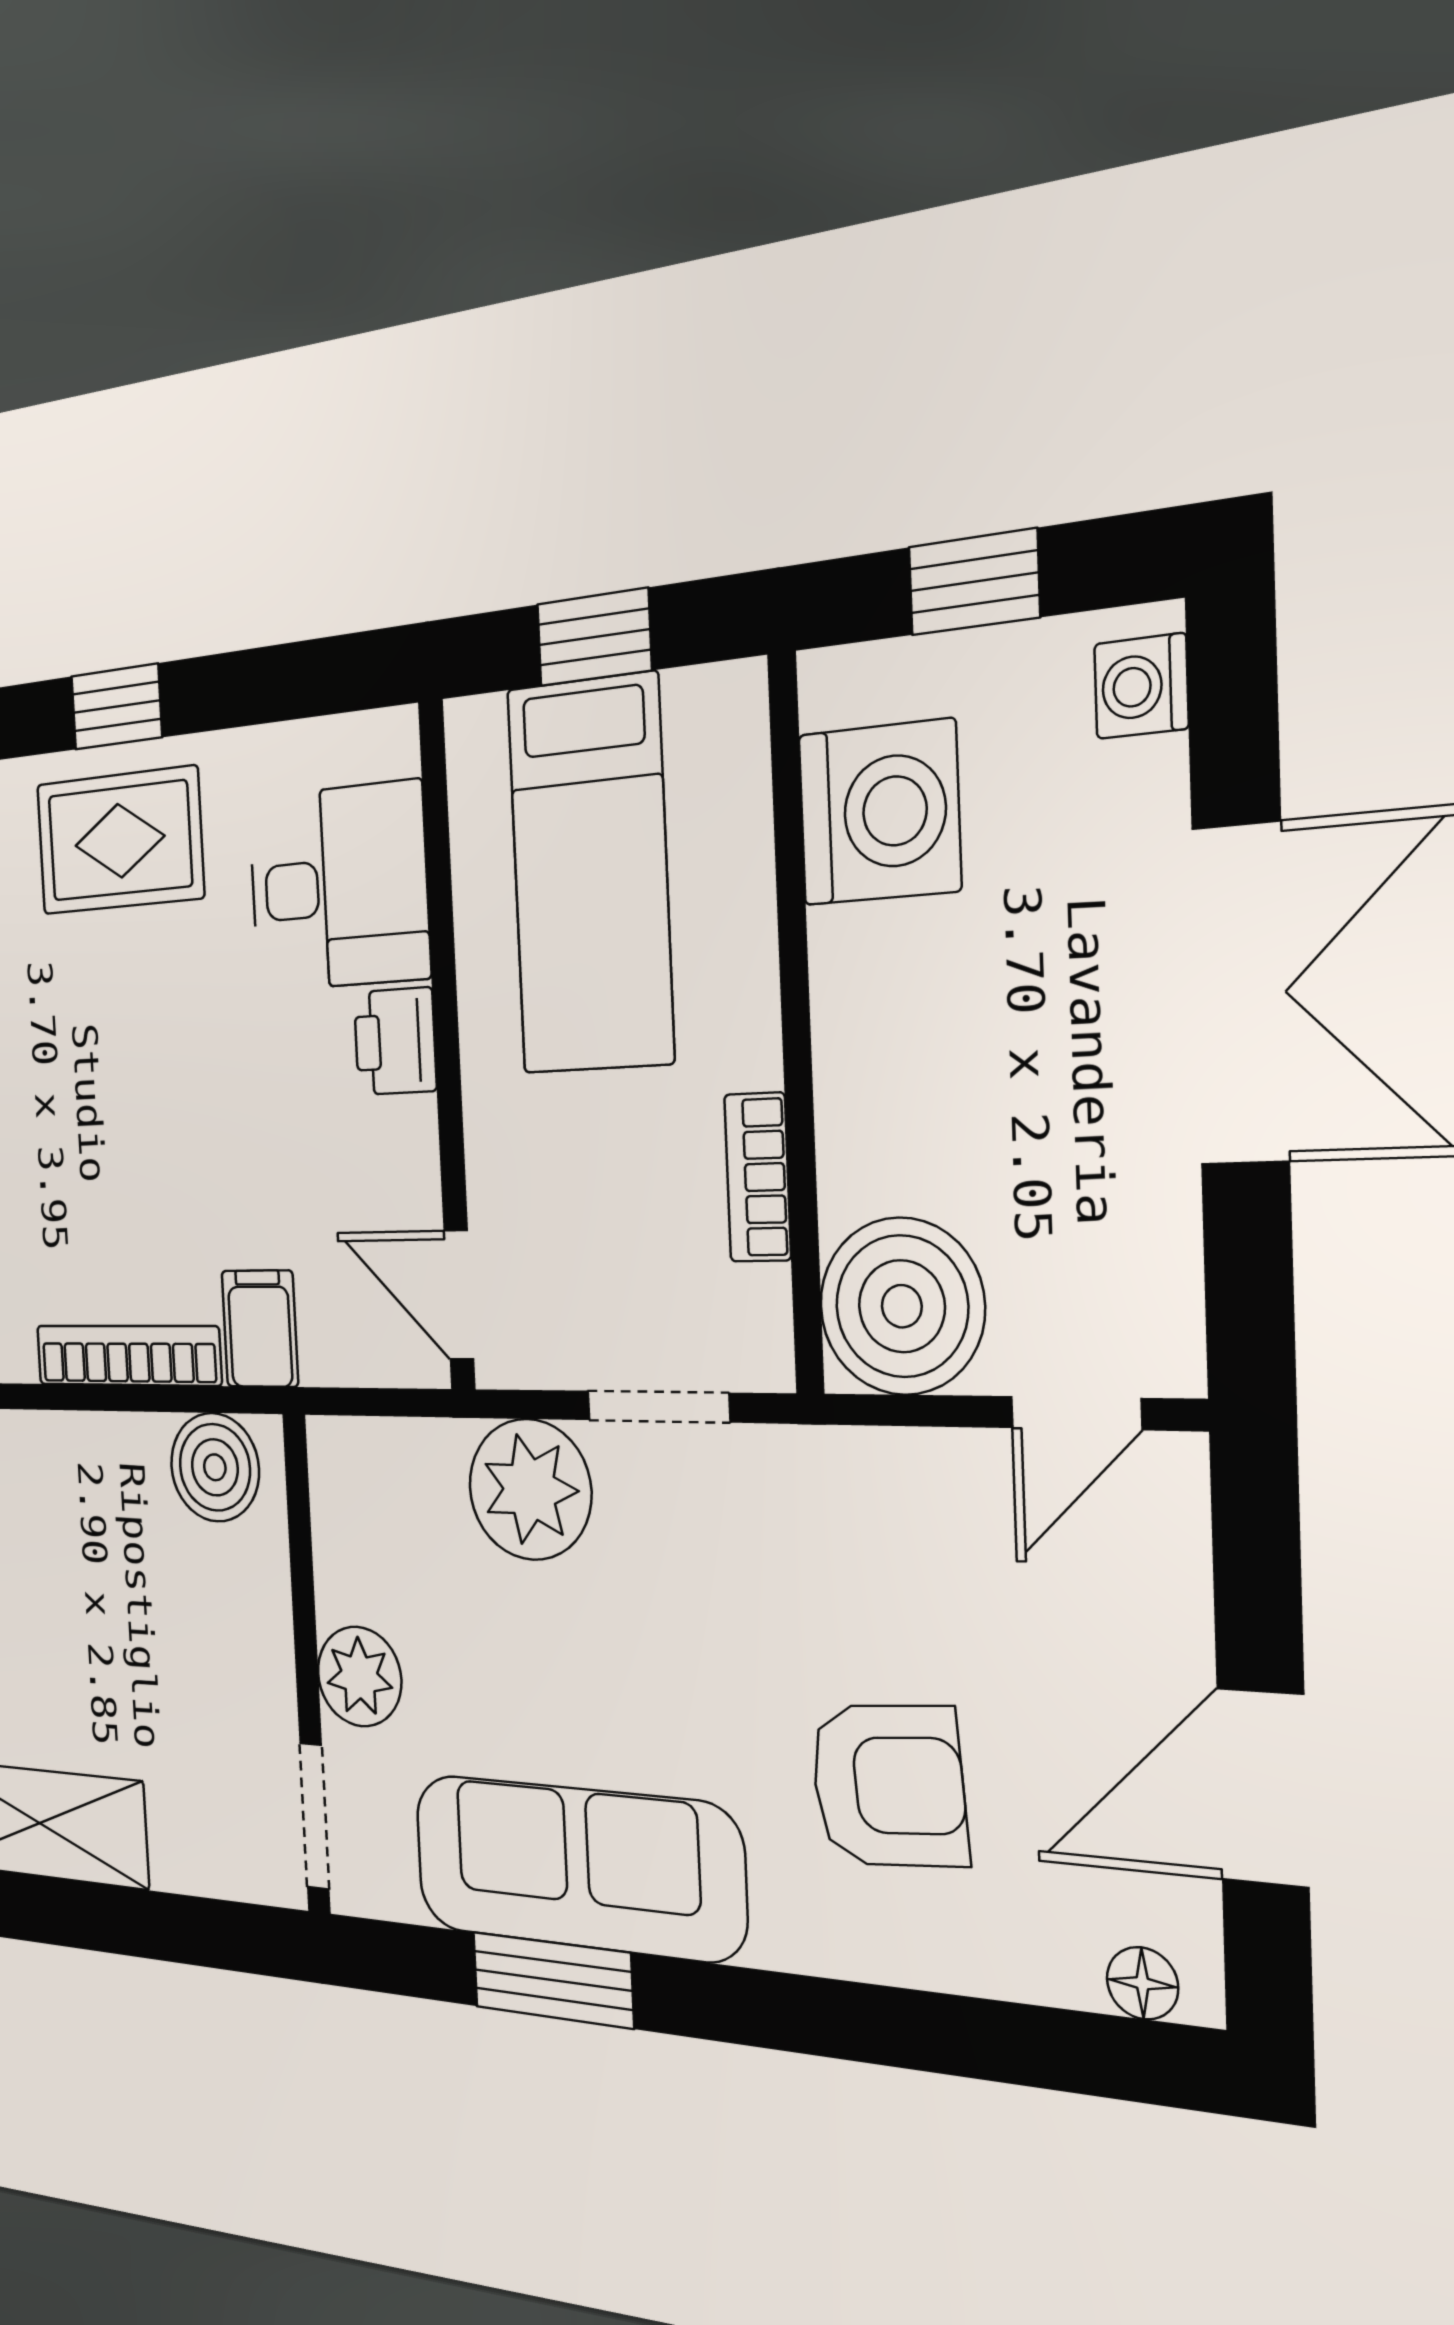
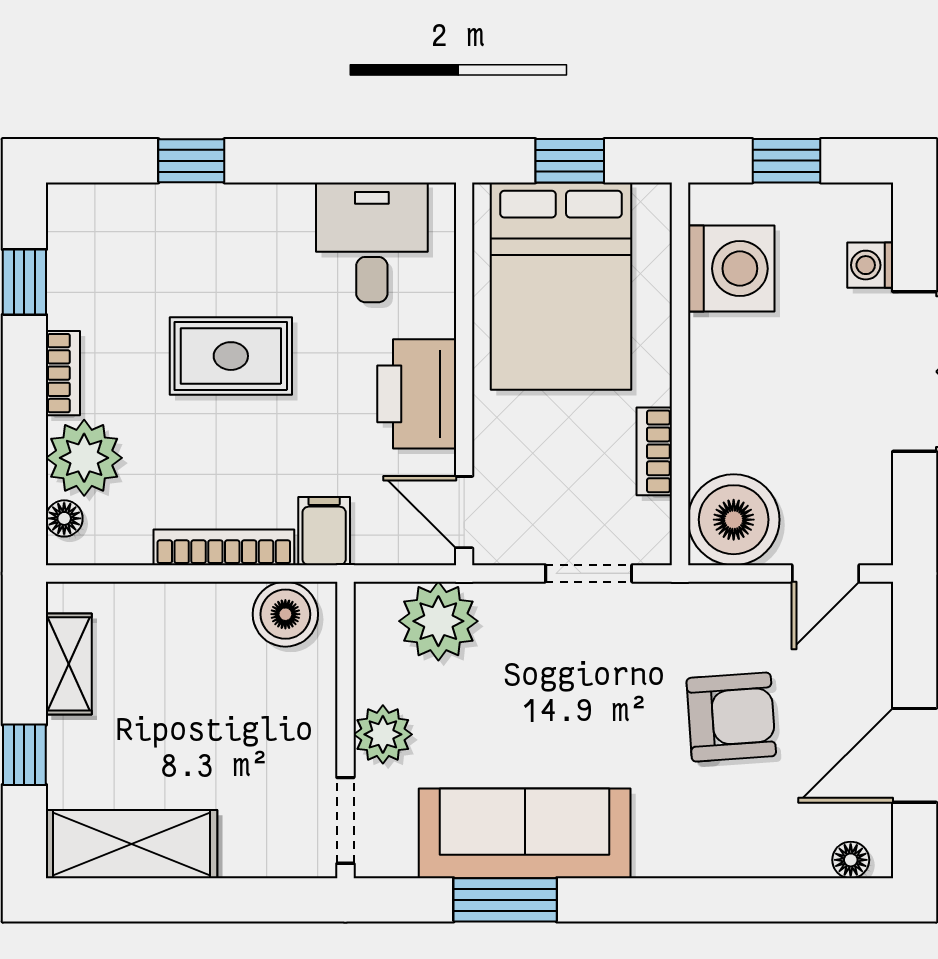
washing machine: (1141, 686) -> (870, 265), moved
window: (117, 707) -> (191, 161), moved
rug: (120, 841) -> (231, 356), moved
bed: (590, 875) -> (561, 286), width x1.50
desk: (338, 887) -> (372, 242), moved, turned -90
printer: (395, 1041) -> (417, 394), width x1.87, depth x1.48
plant: (530, 1489) -> (438, 621), moved
armchair: (888, 1785) -> (731, 717), moved

